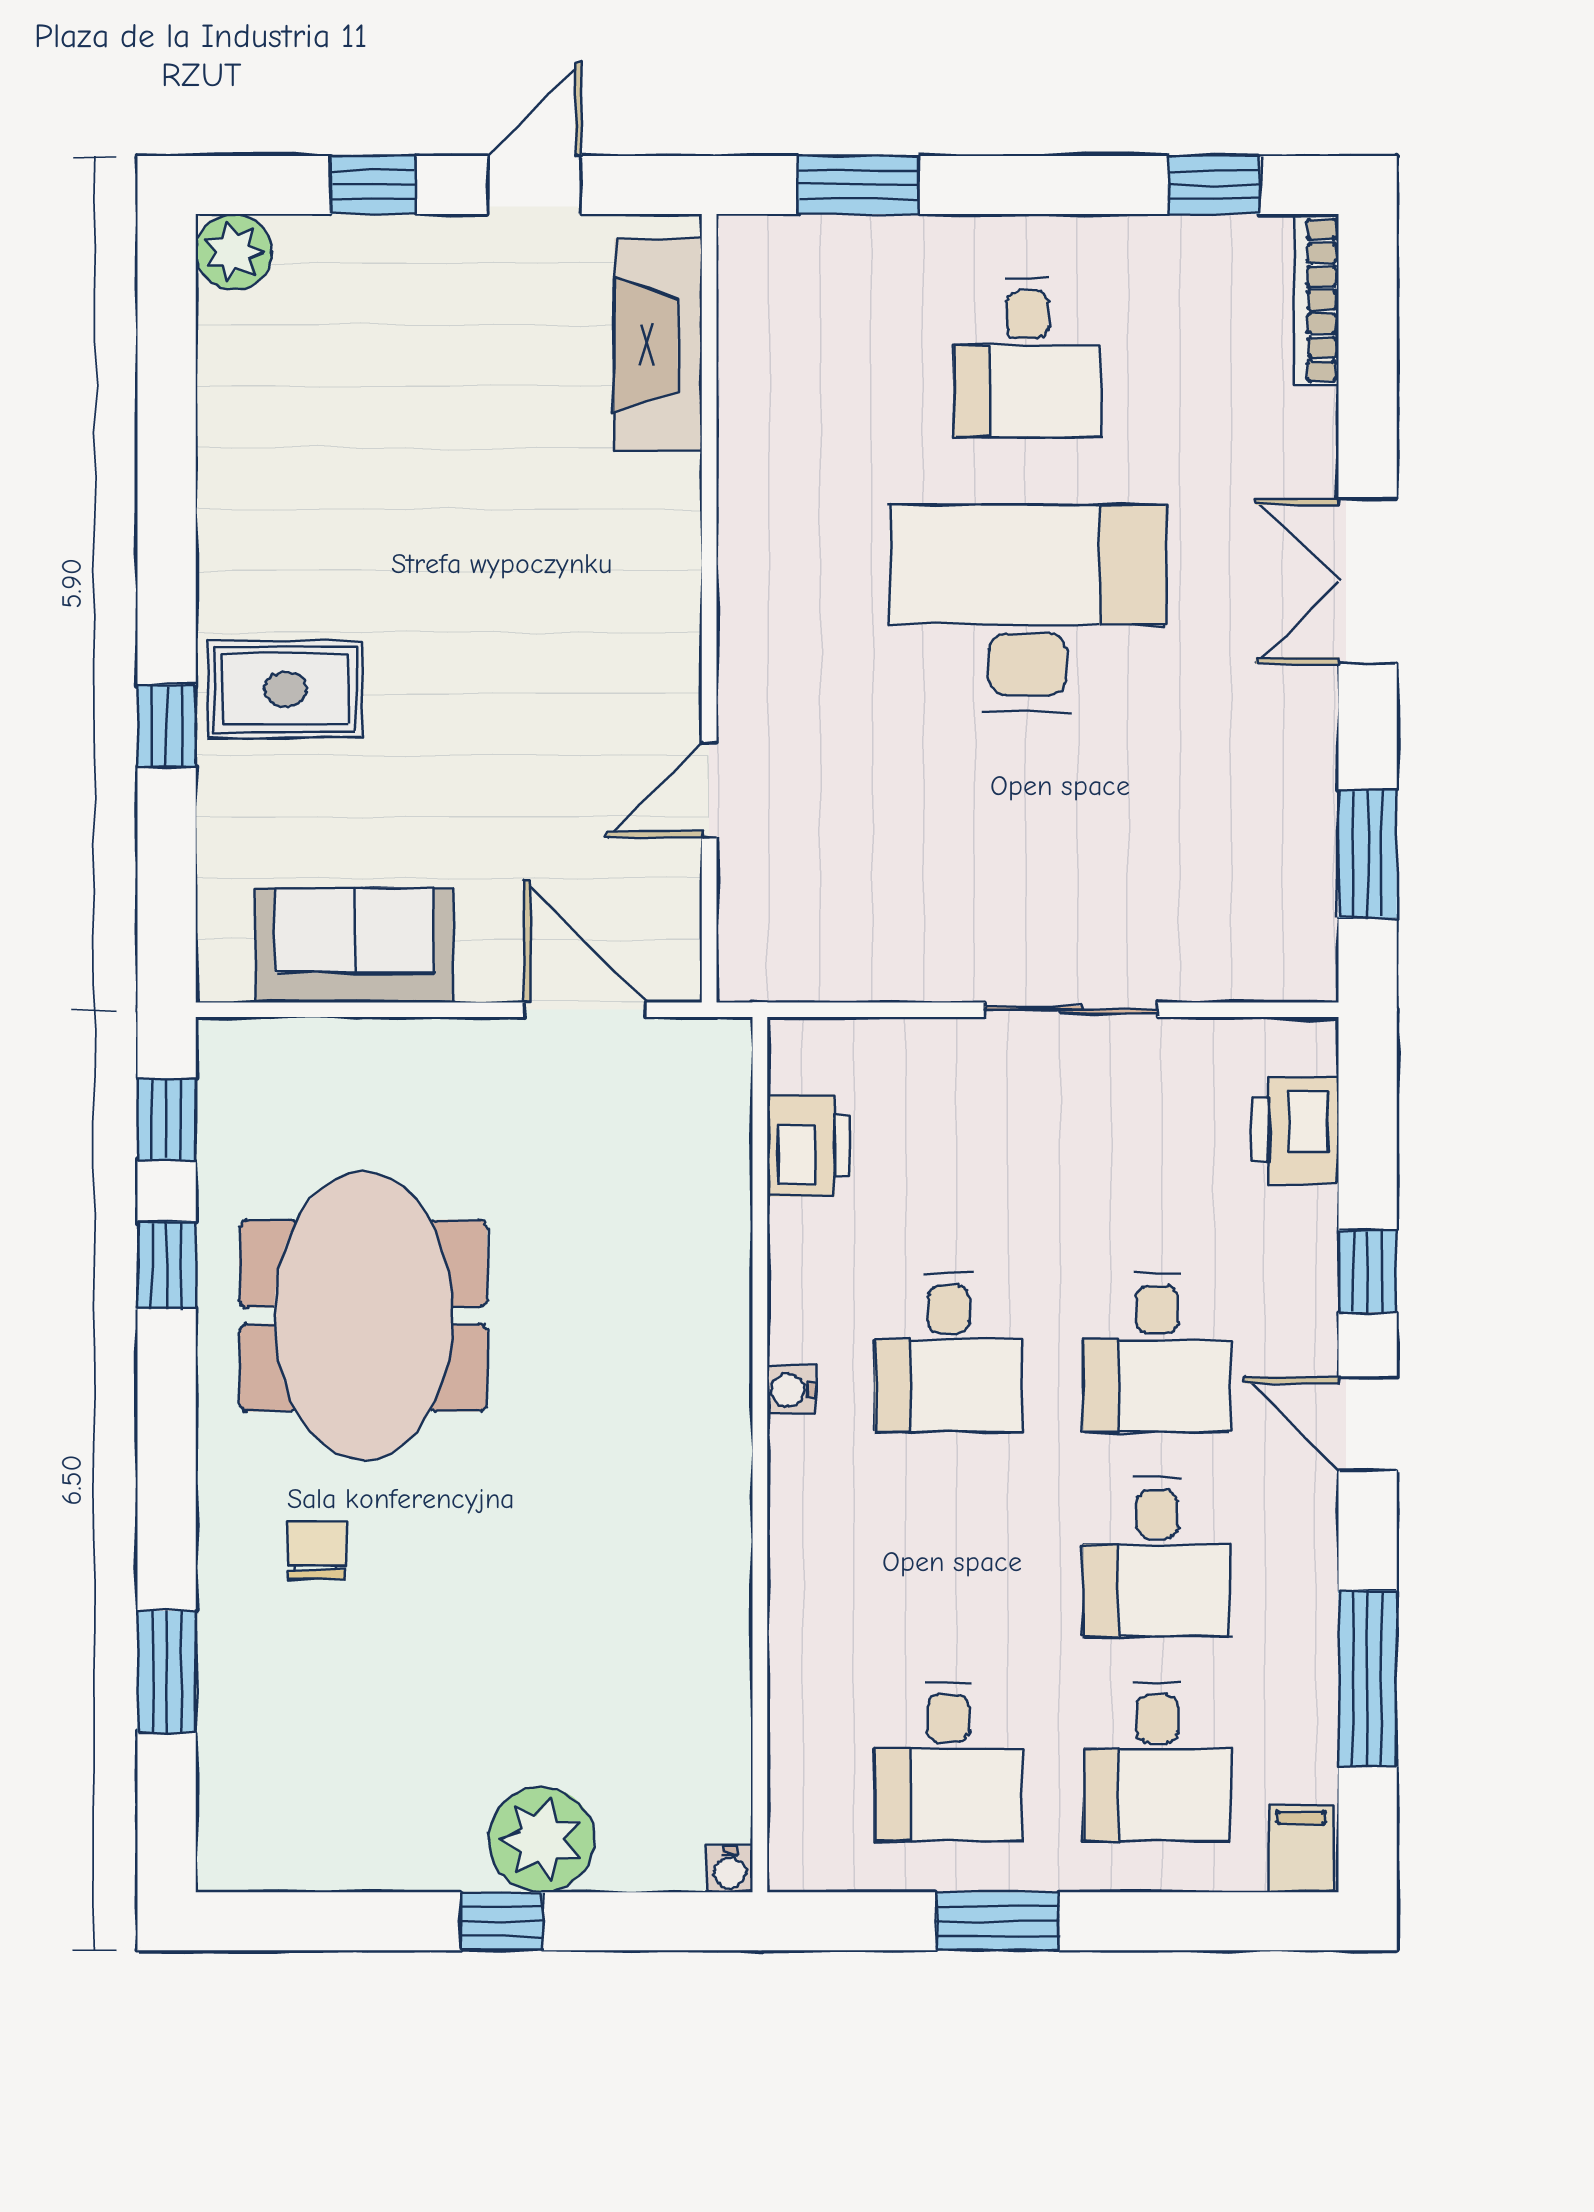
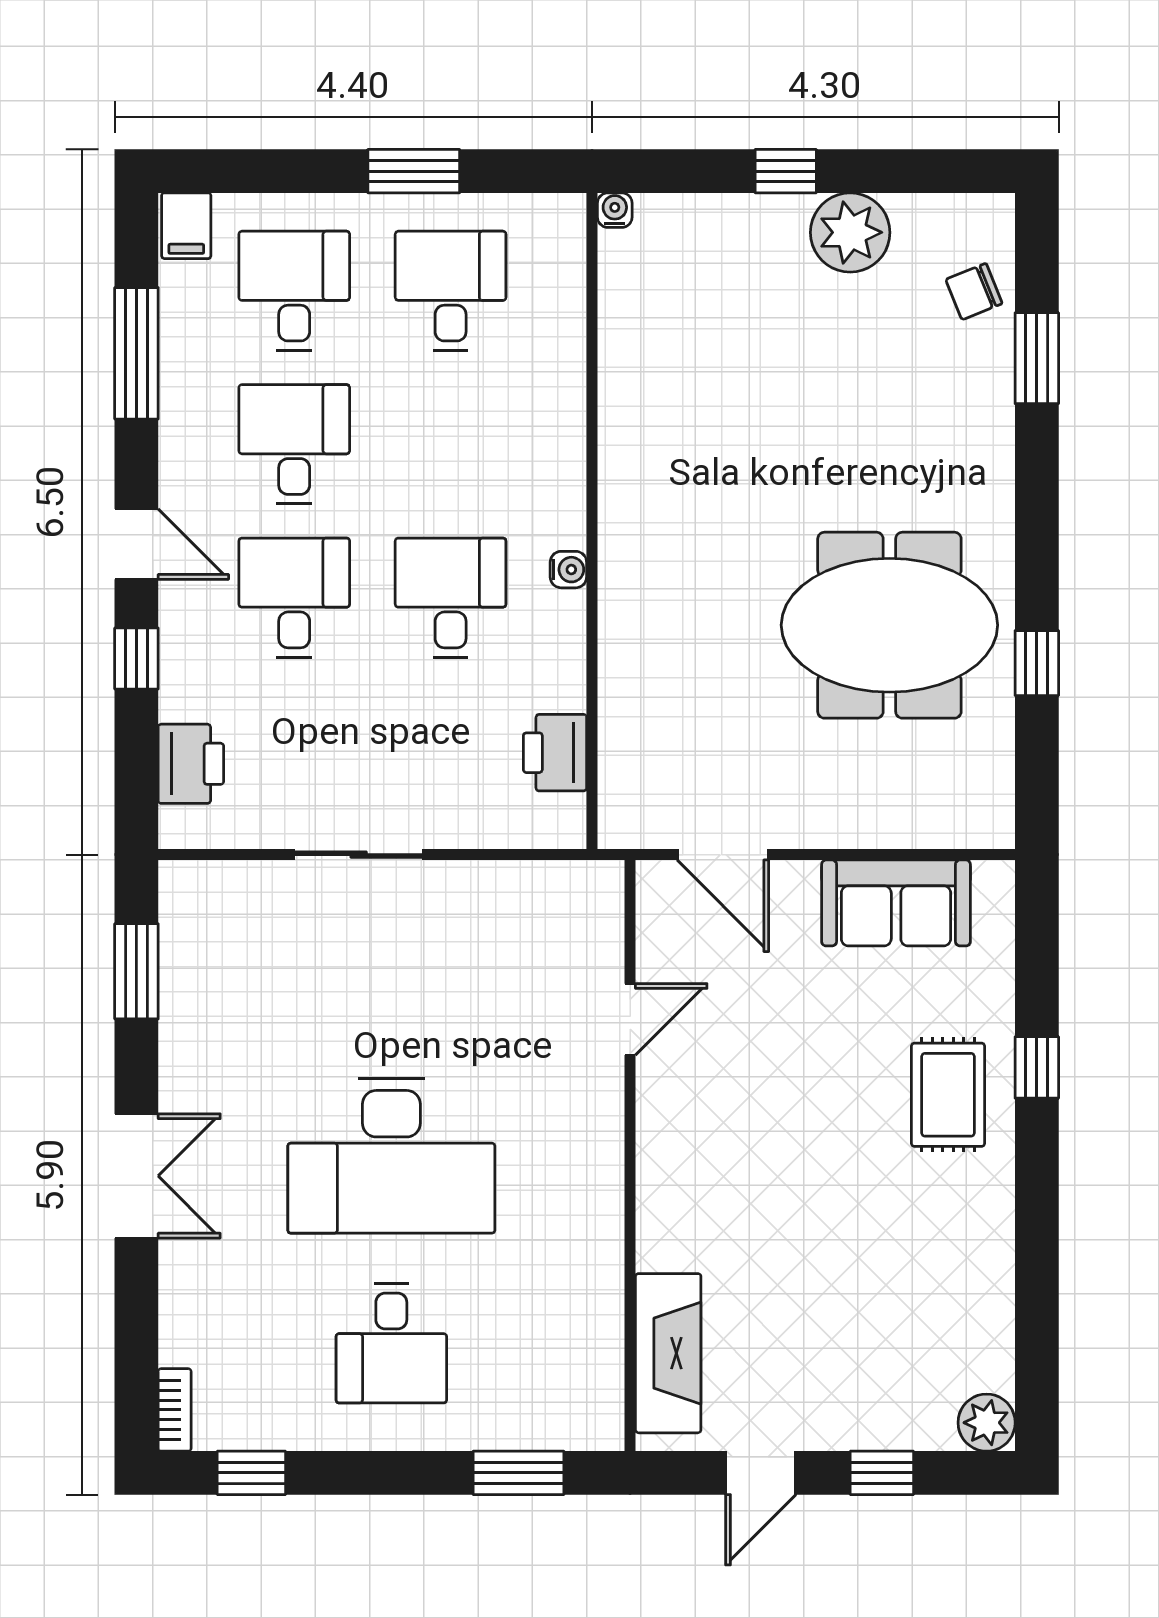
bookcase: (1317, 300) -> (175, 1410), width x0.64
desk: (1028, 358) -> (391, 1343), turned 180
rug: (285, 689) -> (948, 1095), turned 90
window: (167, 1119) -> (1037, 772), removed
meeting table: (363, 1316) -> (889, 625), turned 90
chair: (316, 1550) -> (974, 291), moved, turned 68
plant: (541, 1839) -> (850, 232), moved

